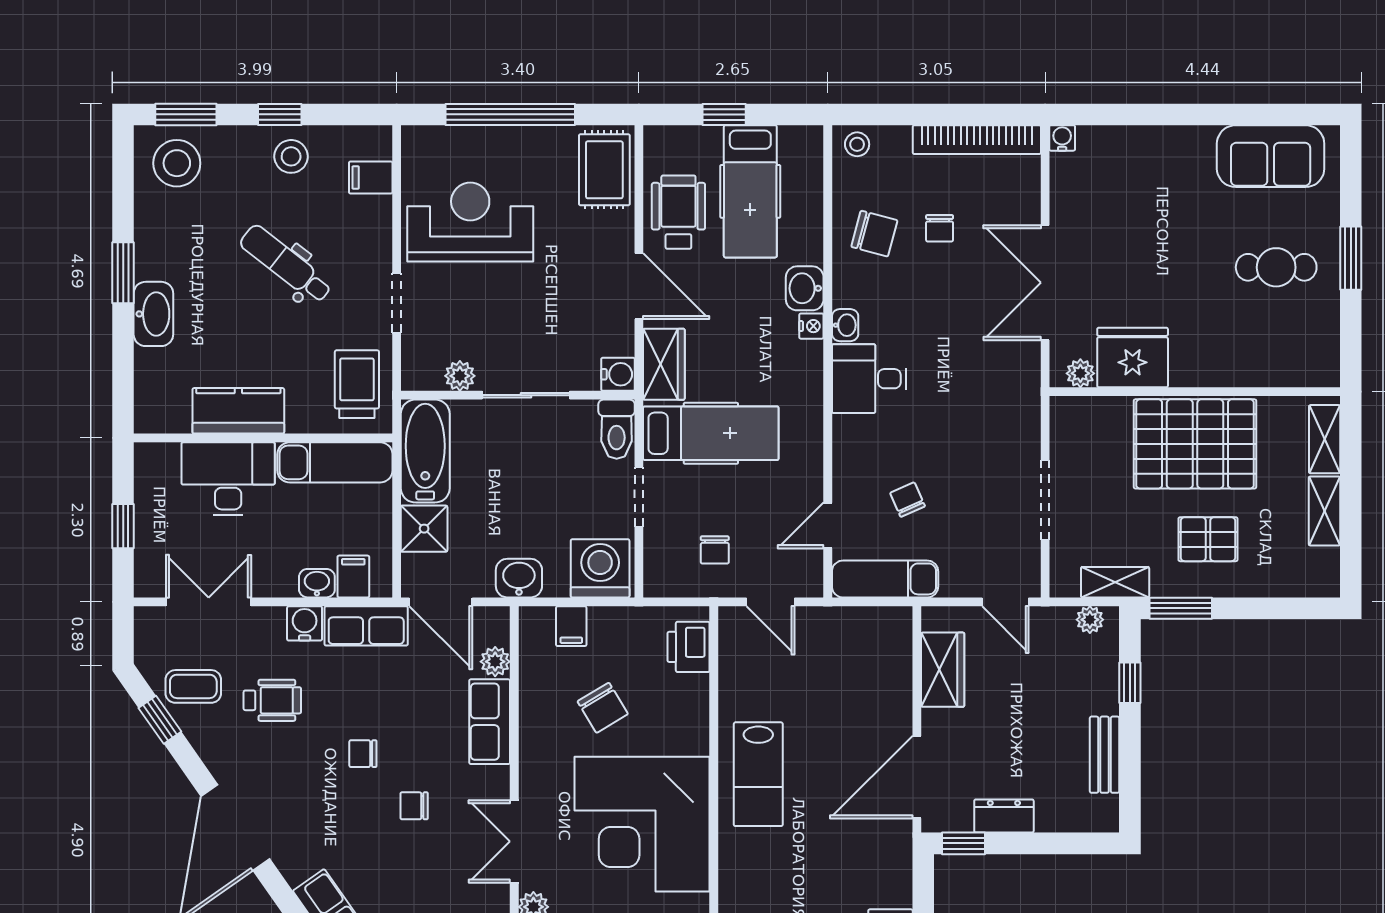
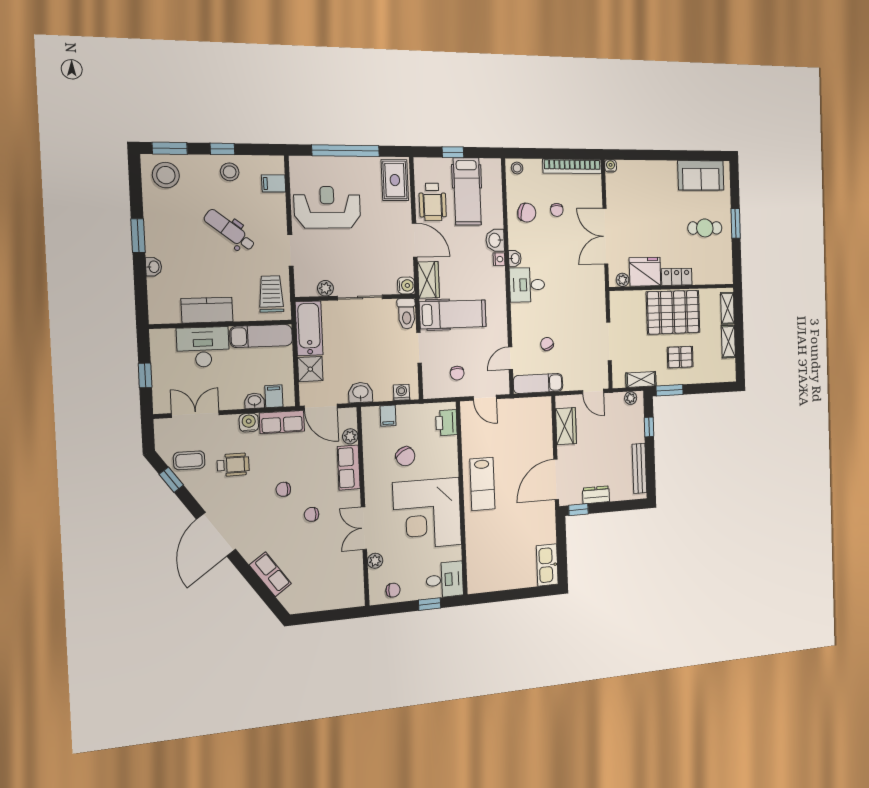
wheelchair: (678, 212) -> (433, 202), turned 180
washbasin: (153, 314) -> (154, 267), width x0.52, depth x0.69
locker: (1206, 370) -> (677, 277), added
washing machine: (600, 568) -> (402, 392), width x0.53, depth x0.53
bench: (1105, 755) -> (639, 468), width x1.36

